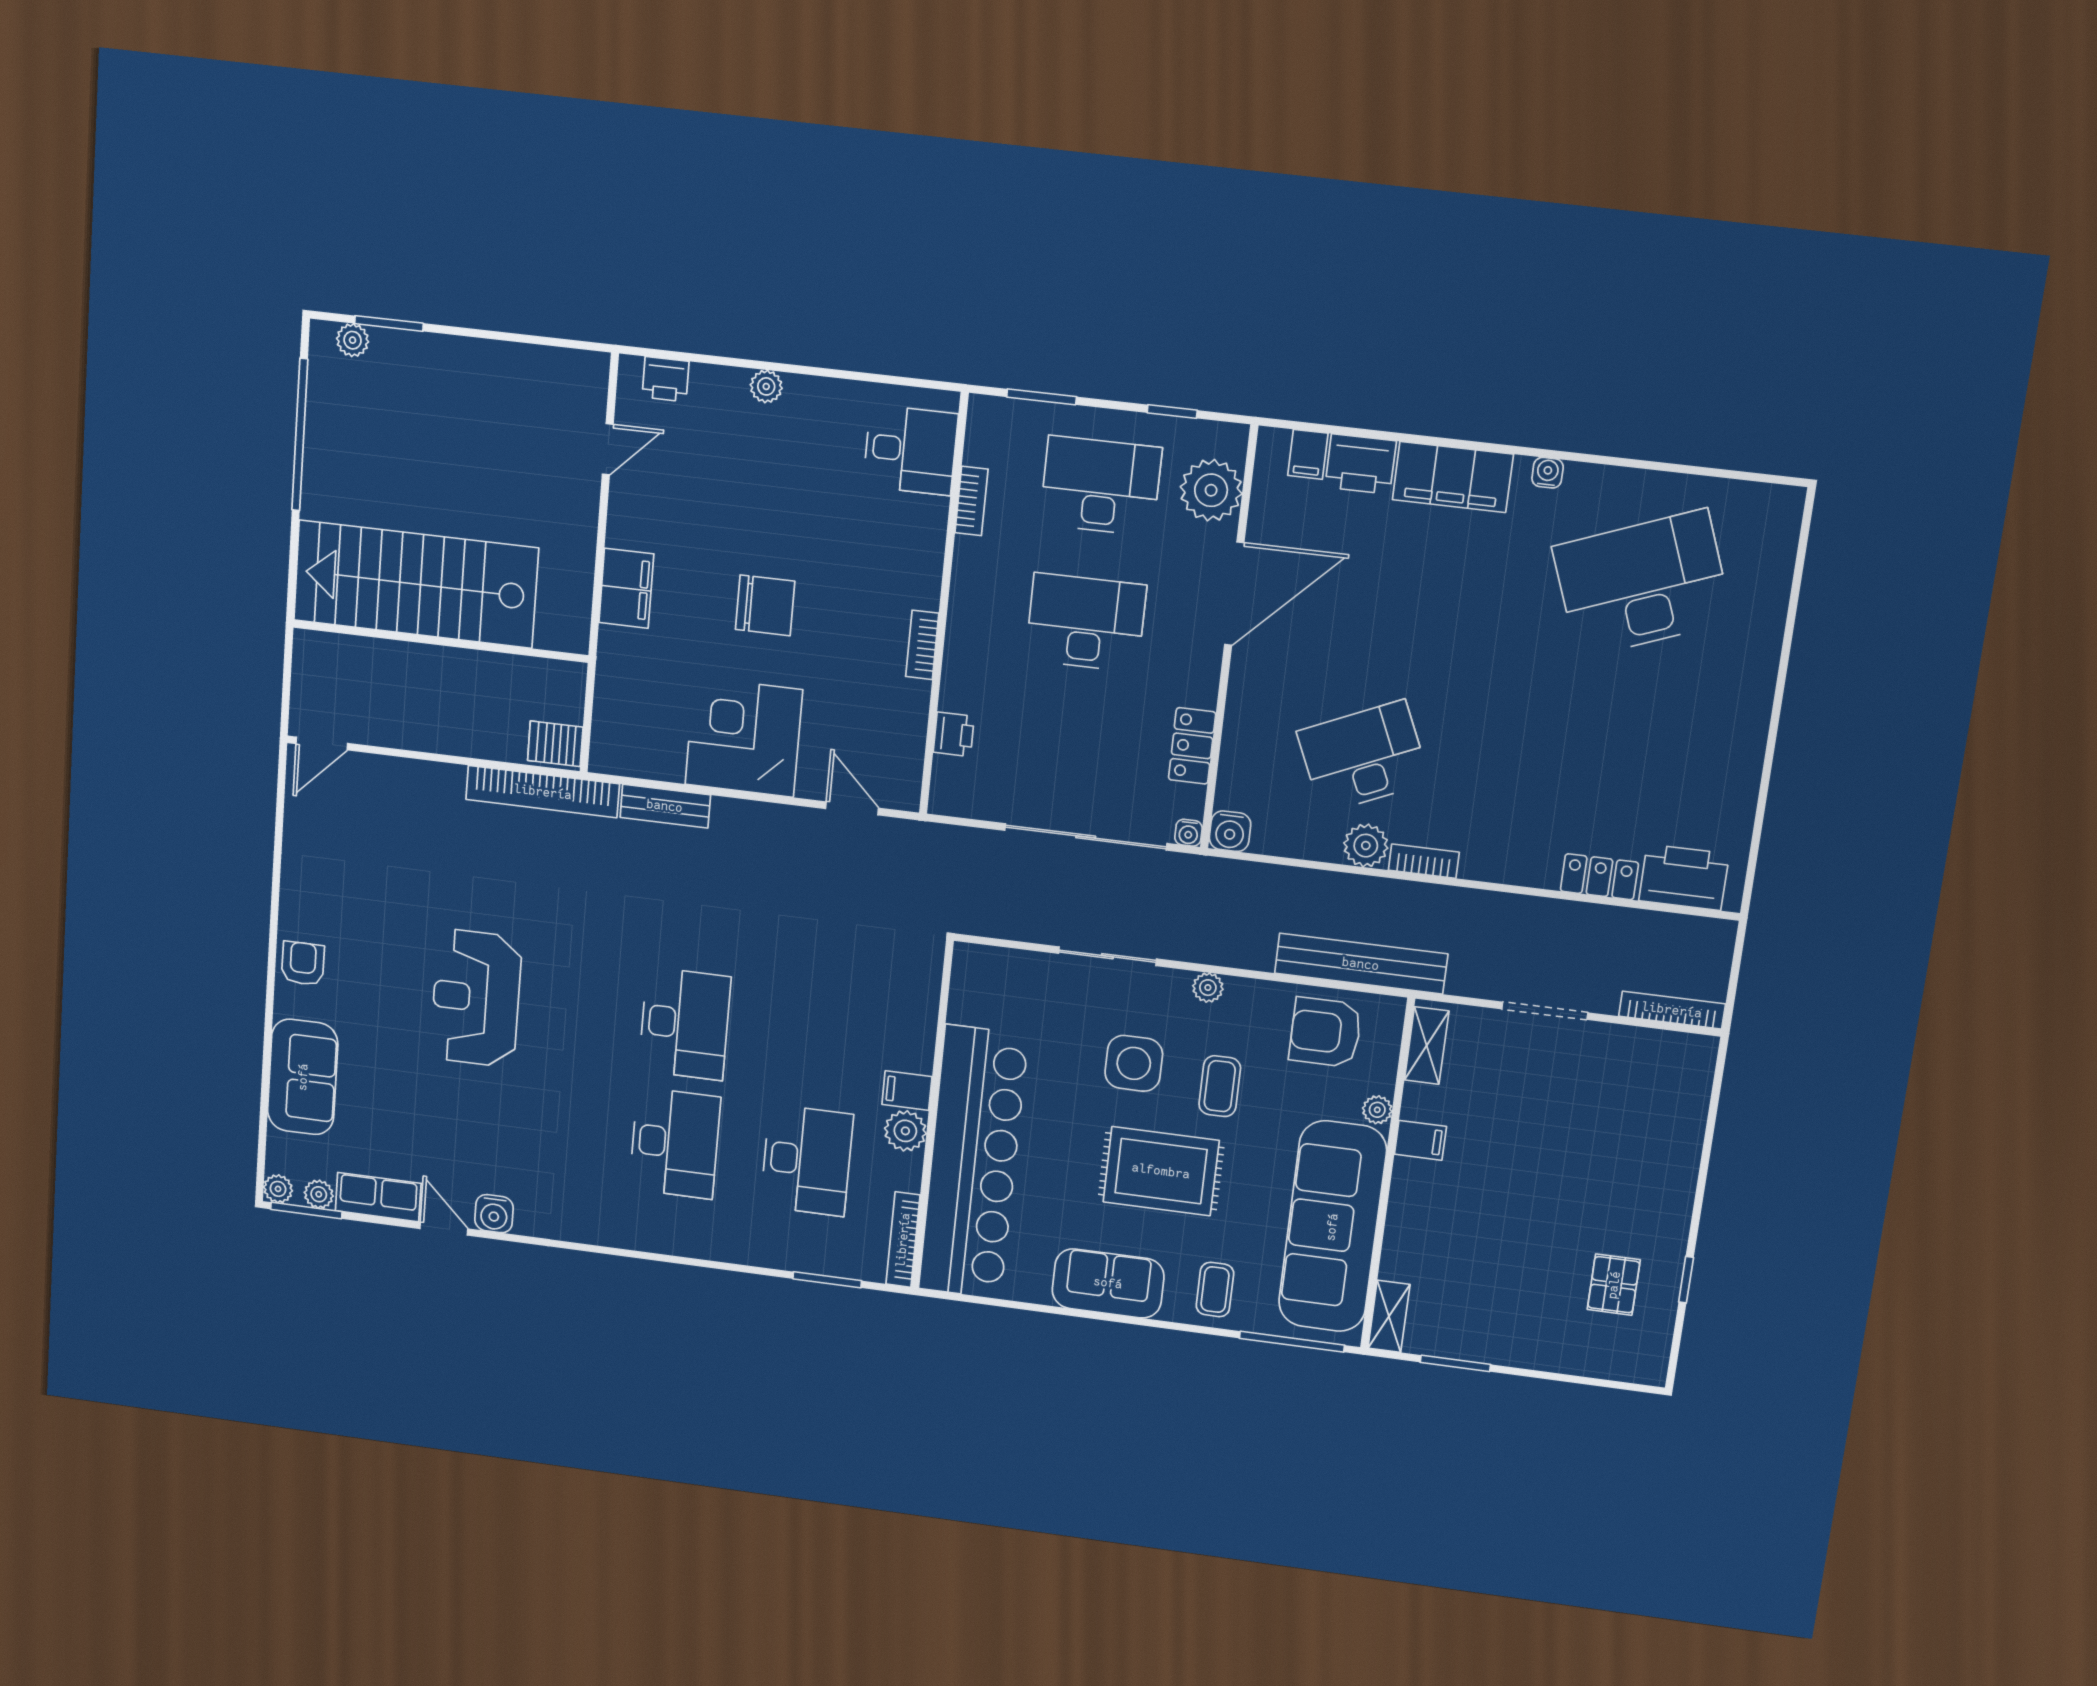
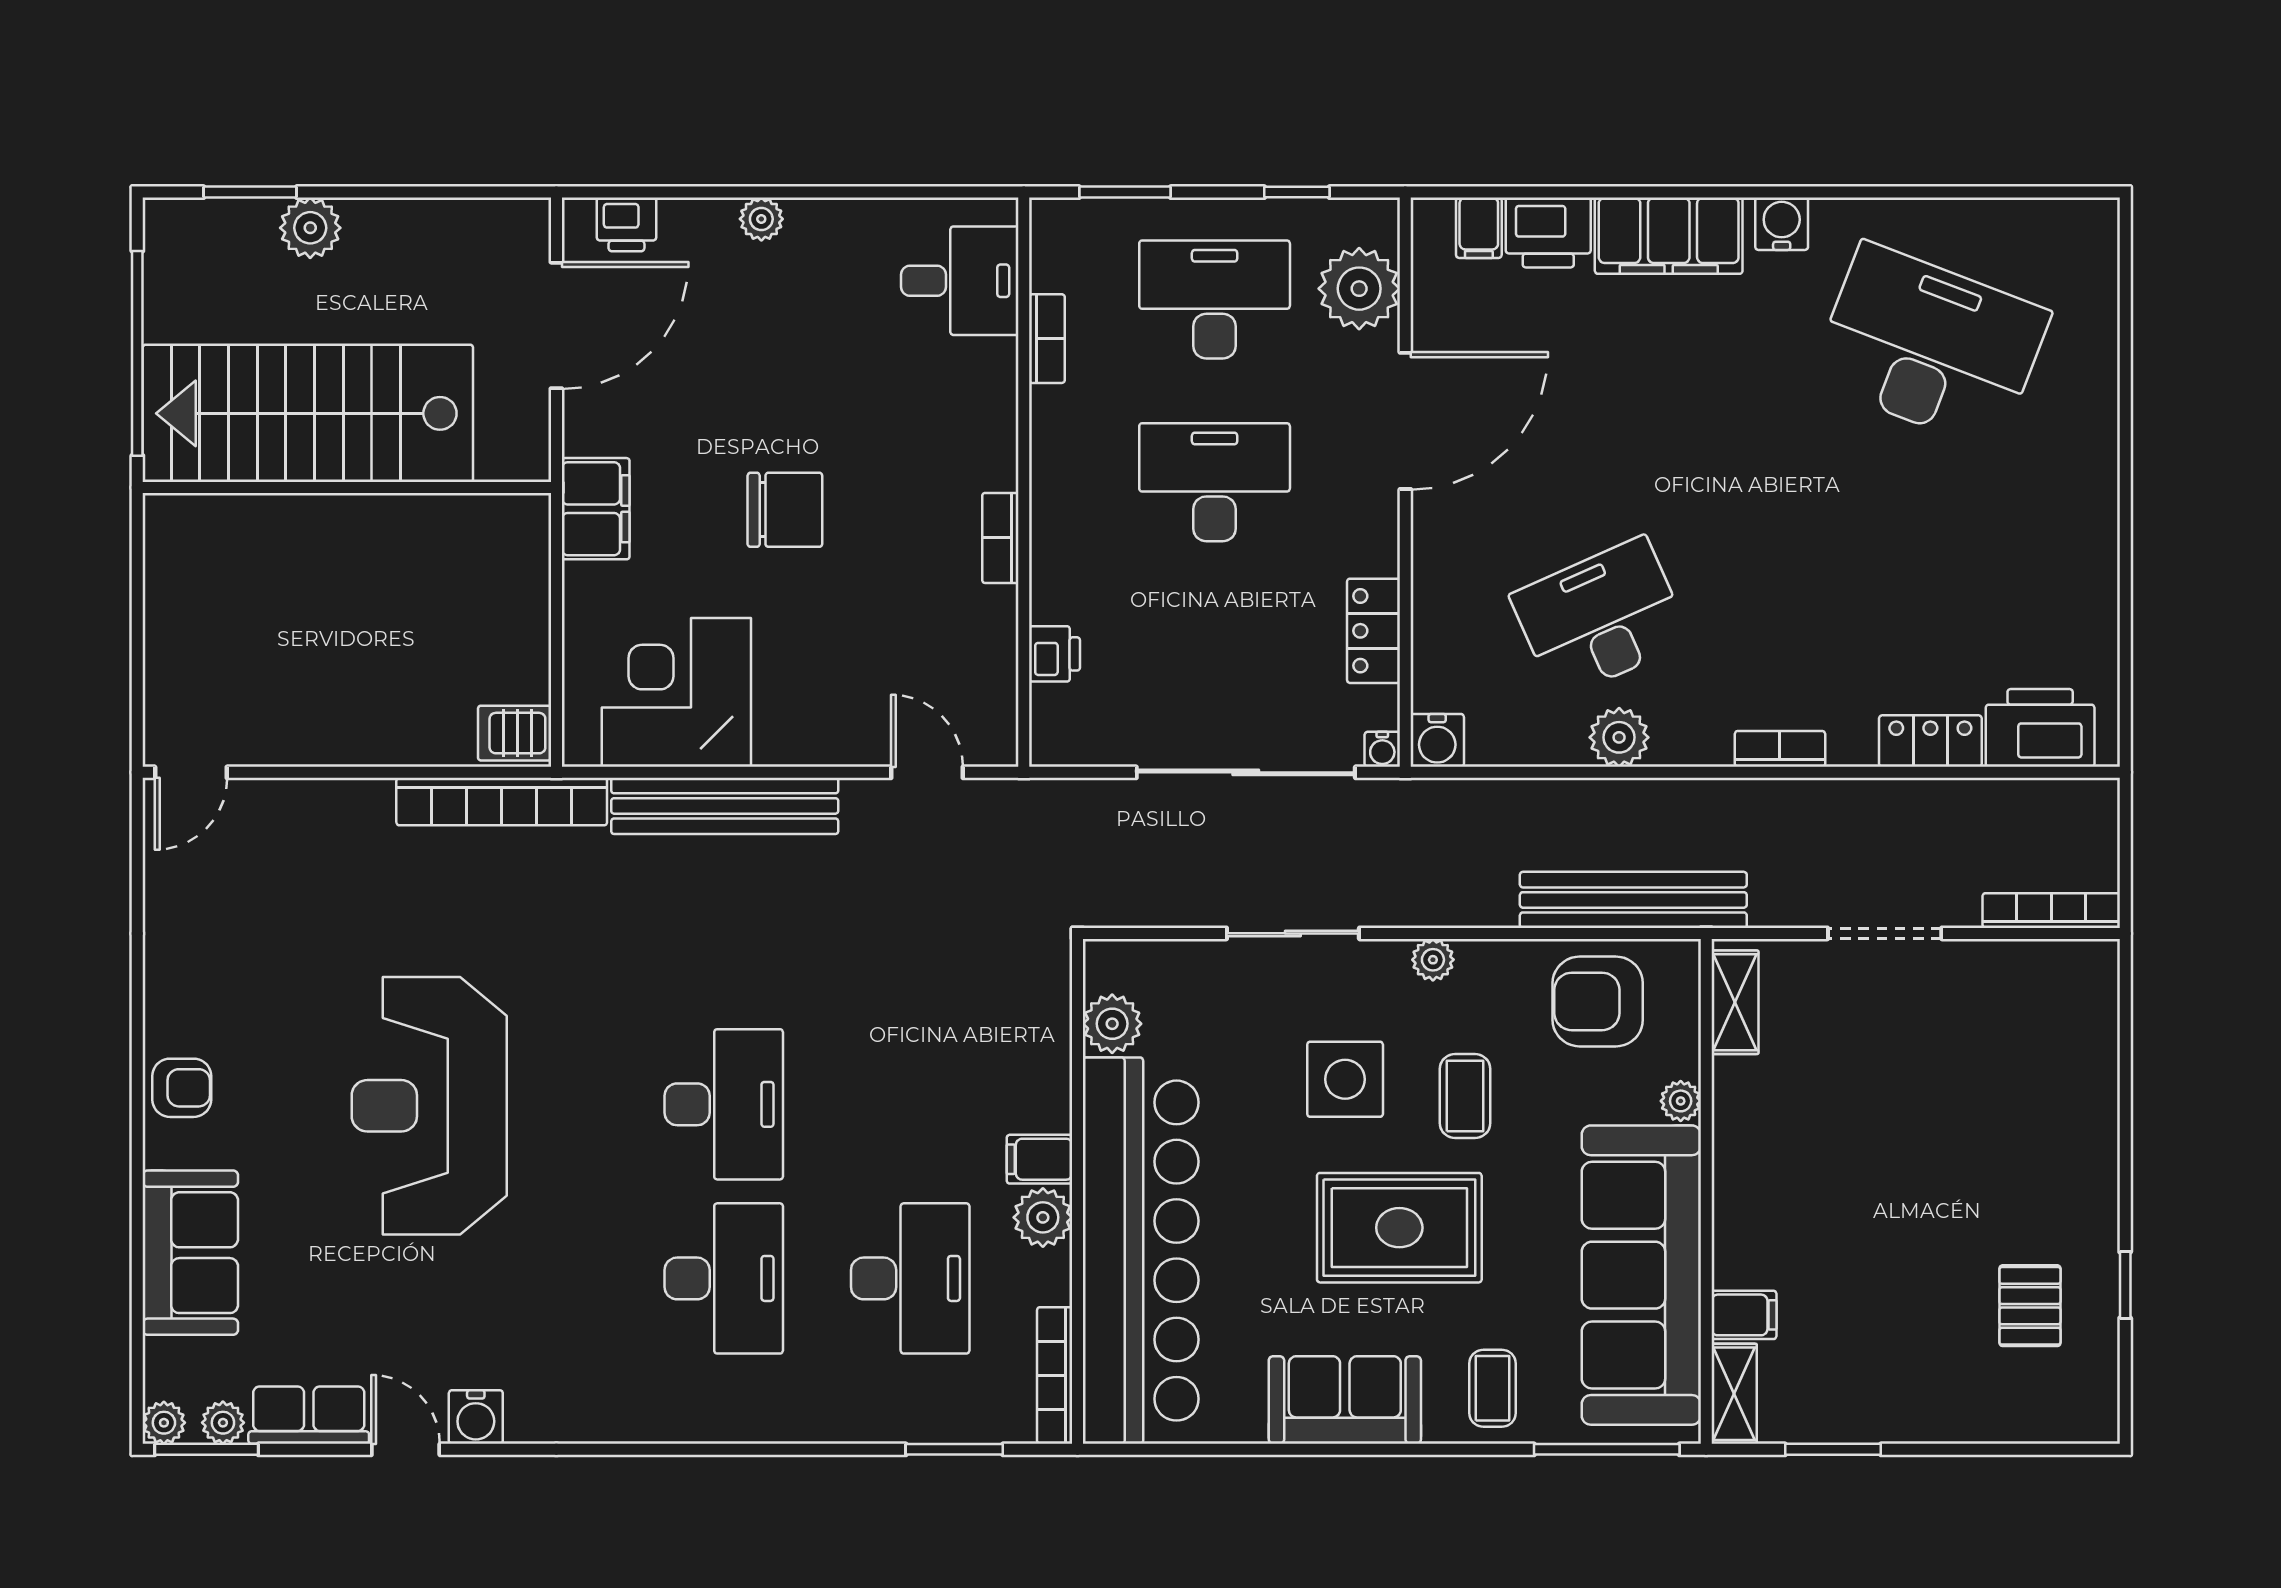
plant: (353, 340) -> (310, 228), moved, width x1.38, depth x1.38
door: (608, 449) -> (556, 325), width x1.87
water cooler: (1548, 473) -> (1782, 224), width x1.38, depth x1.38
stairs: (416, 584) -> (308, 413), moved
desk: (1642, 584) -> (1930, 346), turned 42
wall: (440, 641) -> (347, 488), moved
corner desk: (744, 737) -> (676, 692), moved
bench: (665, 806) -> (725, 806), width x1.86, depth x1.21
bookcase: (1424, 861) -> (1780, 749), moved
armchair: (303, 964) -> (182, 1088), turned 90
reception desk: (476, 998) -> (429, 1106), width x1.36, depth x1.30
plant: (969, 1003) -> (1112, 1024), added
filing cabinet: (1420, 1140) -> (1744, 1315), moved

